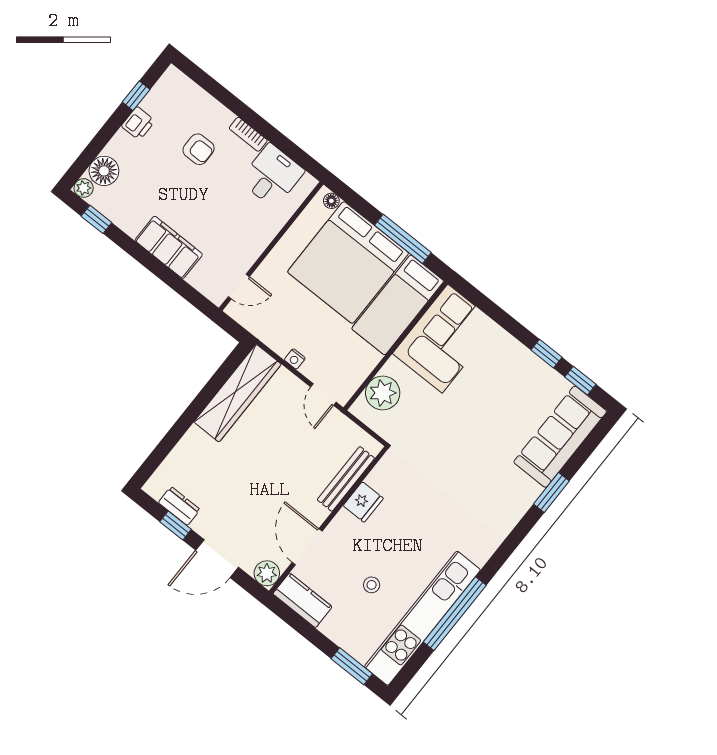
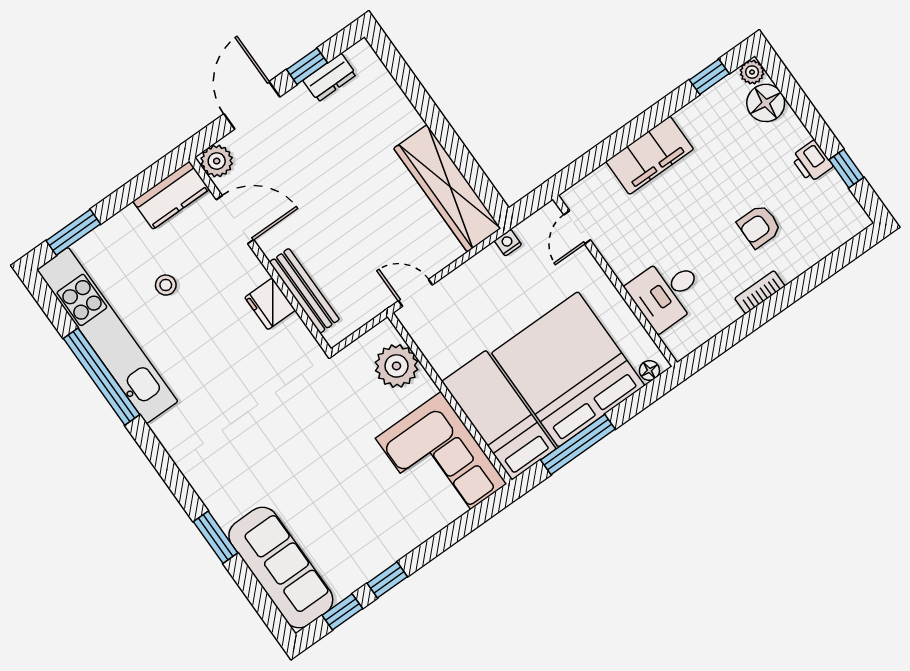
desk: (272, 176) -> (666, 293), moved, turned 90
nightstand: (295, 359) -> (508, 243), moved

